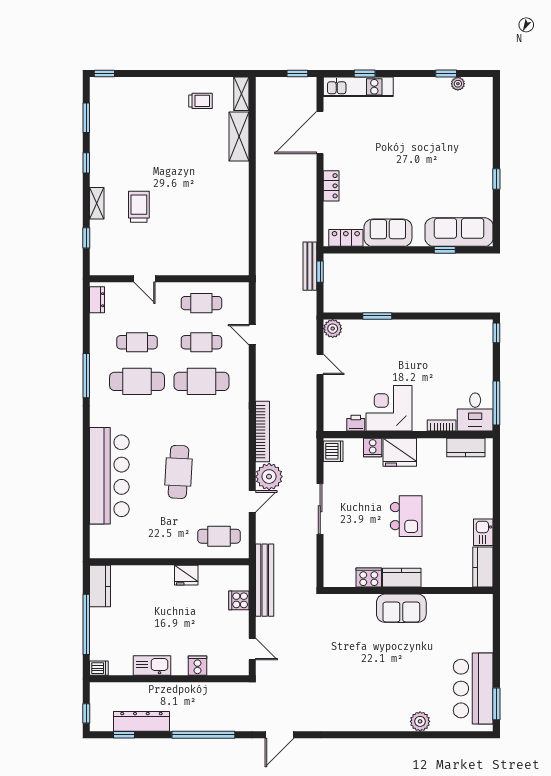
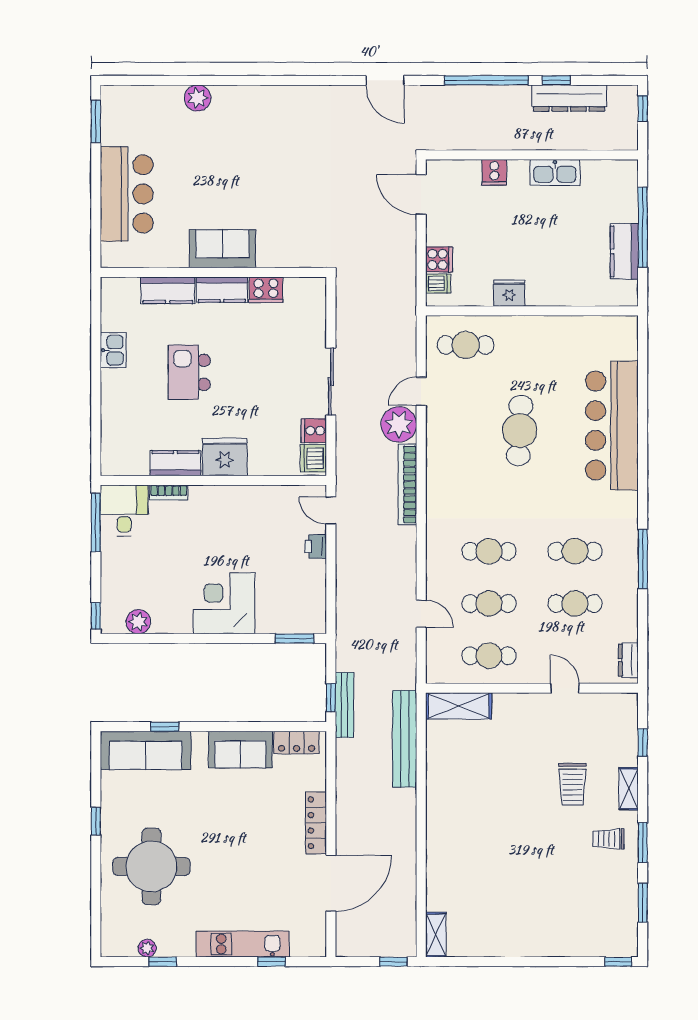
window: (297, 74) -> (393, 962), moved
kitchen unit: (358, 87) -> (243, 944), moved
trolley: (201, 101) -> (608, 839), moved
shelving: (239, 137) -> (459, 706), moved, turned 90
round table: (455, 145) -> (151, 866), added
window: (86, 163) -> (643, 843), width x1.50
locker: (331, 186) -> (316, 823), width x1.53
window: (377, 316) -> (294, 638), moved
plant: (333, 329) -> (138, 622), moved
door: (320, 364) -> (331, 510), moved
cafe table: (137, 381) -> (575, 551), width x0.73, depth x0.74
cafe table: (201, 381) -> (489, 551), width x0.73, depth x0.74
corner desk: (389, 408) -> (224, 603), moved, turned 180
printer: (356, 423) -> (316, 546), moved, turned 90
kitchen counter: (466, 447) -> (175, 463), moved
cooker: (373, 448) -> (314, 431), moved, turned -90
kitchen island: (406, 516) -> (189, 372), moved
kitchen counter: (483, 567) -> (168, 290), moved, turned 90
bench: (265, 580) -> (405, 739), moved
kitchen counter: (100, 586) -> (624, 251), moved
door: (252, 649) -> (421, 194), width x1.38
dishwasher: (99, 668) -> (438, 283), moved, turned 180
bar counter: (473, 689) -> (127, 194), moved
window: (124, 735) -> (556, 80), moved
door: (280, 735) -> (385, 80), swing flipped

